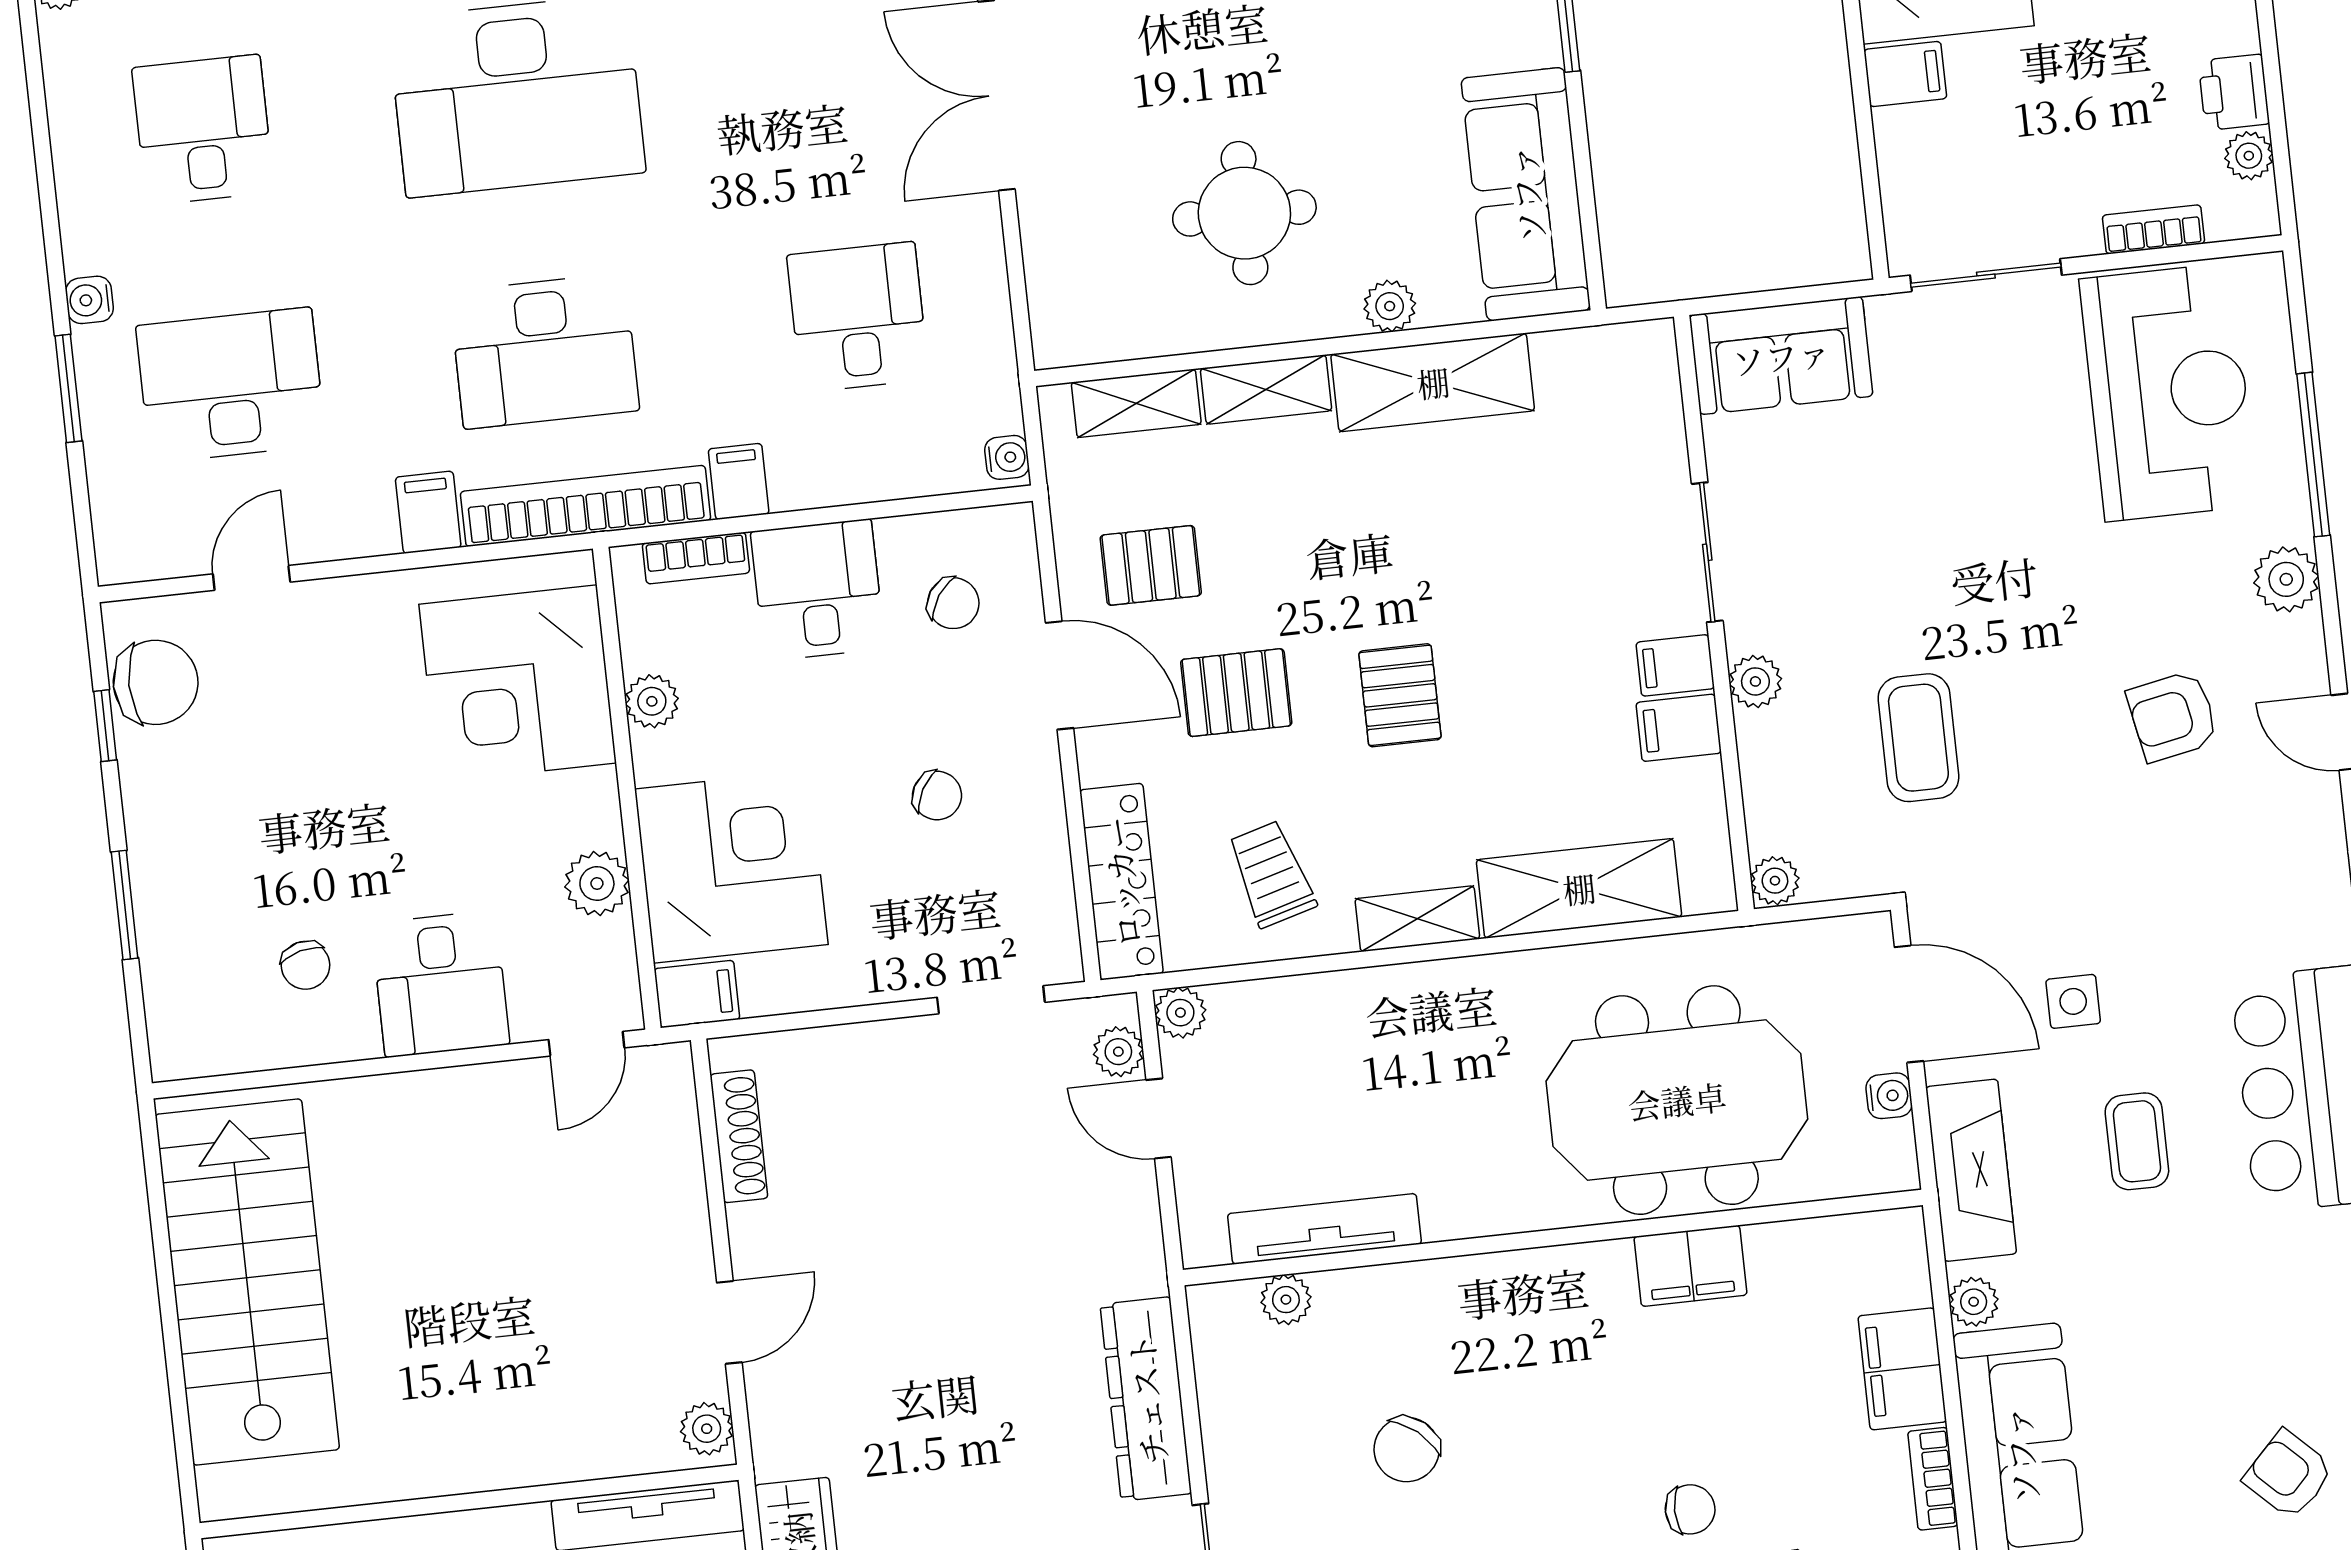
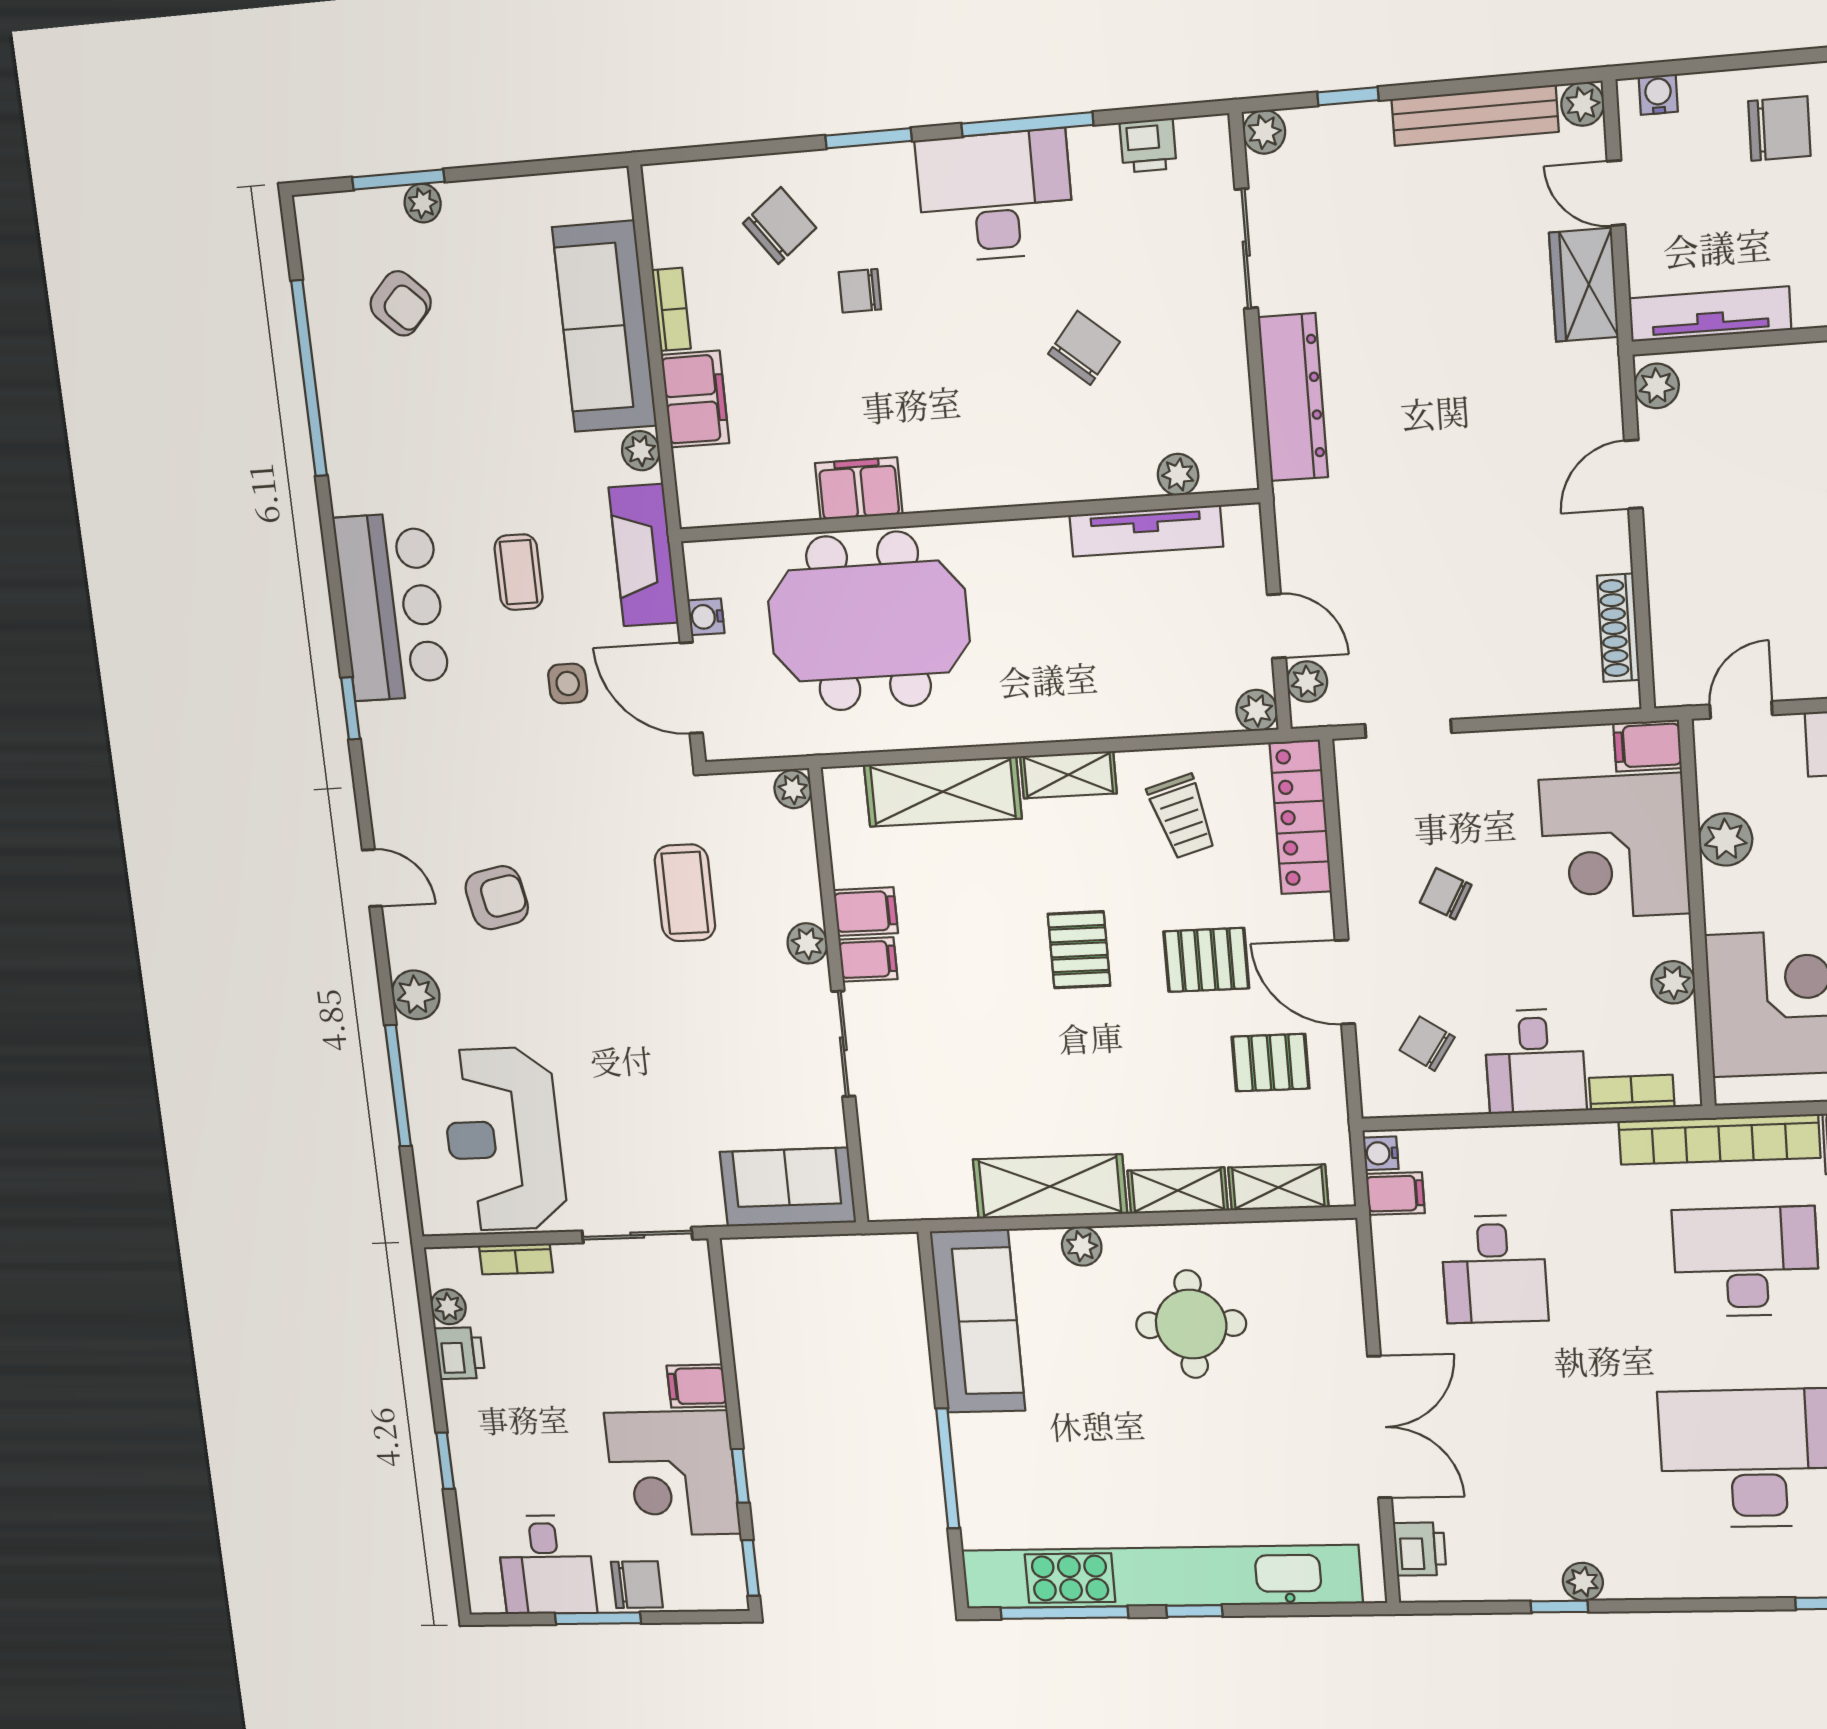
filing cabinet: (739, 481) -> (1395, 1194), moved, turned -90

